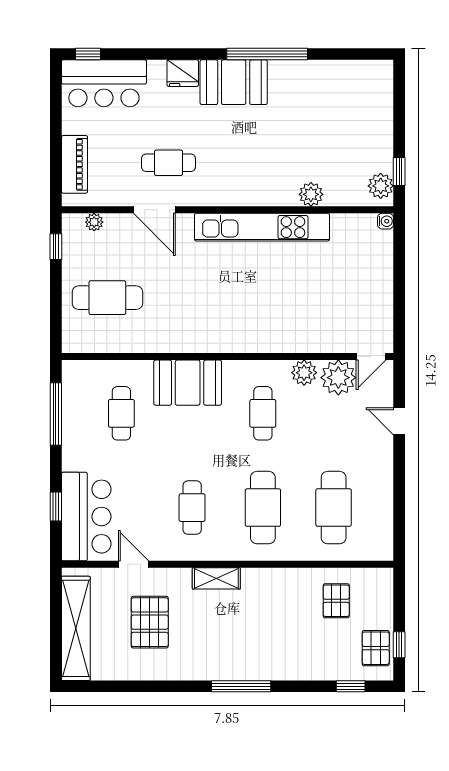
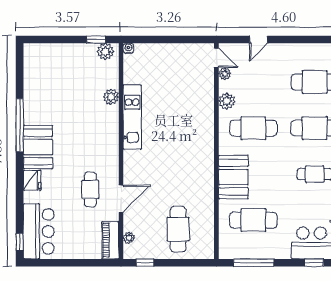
piano: (74, 164) -> (110, 240), moved, turned -90
kitchen unit: (262, 227) -> (132, 117), width x0.73
plant: (338, 378) -> (225, 74), width x0.53, depth x0.53
cafe table: (121, 413) -> (253, 220), width x1.37, depth x1.35
cafe table: (263, 413) -> (253, 128), width x1.37, depth x1.35

